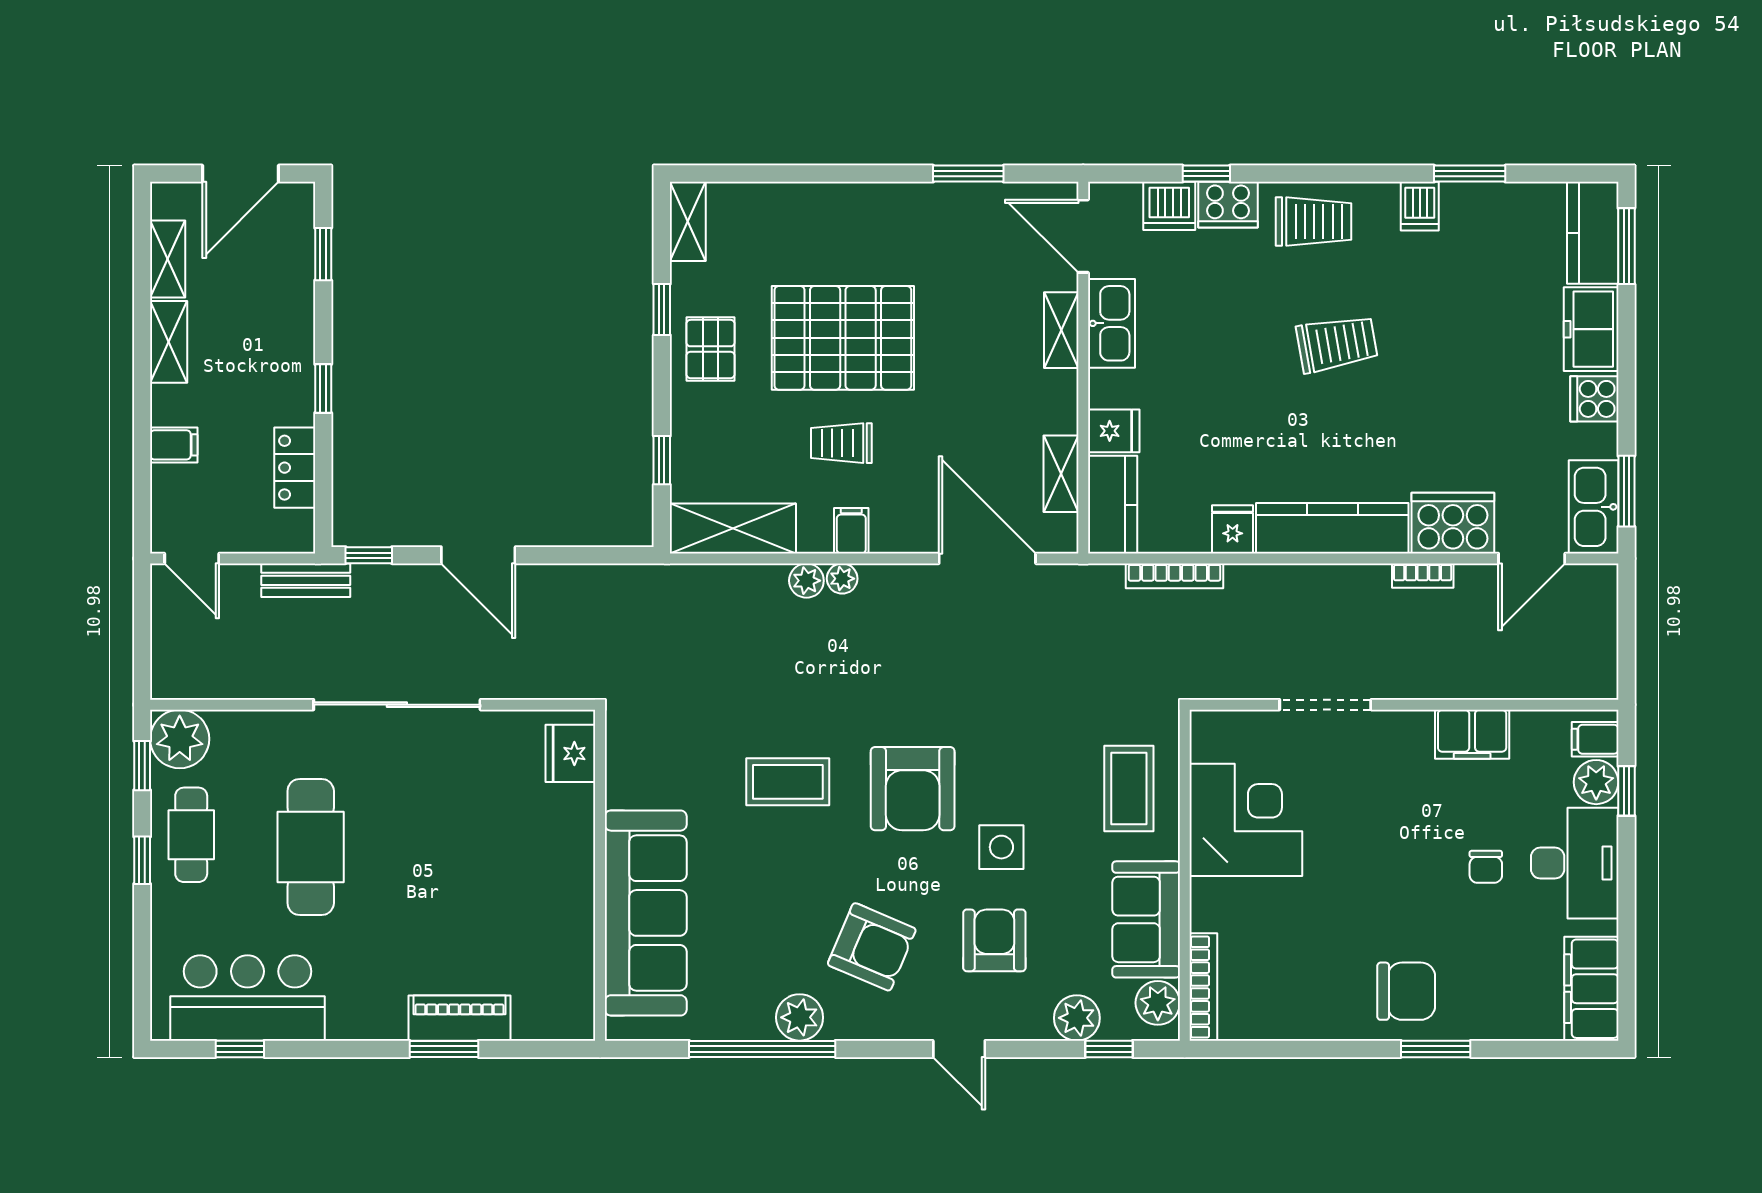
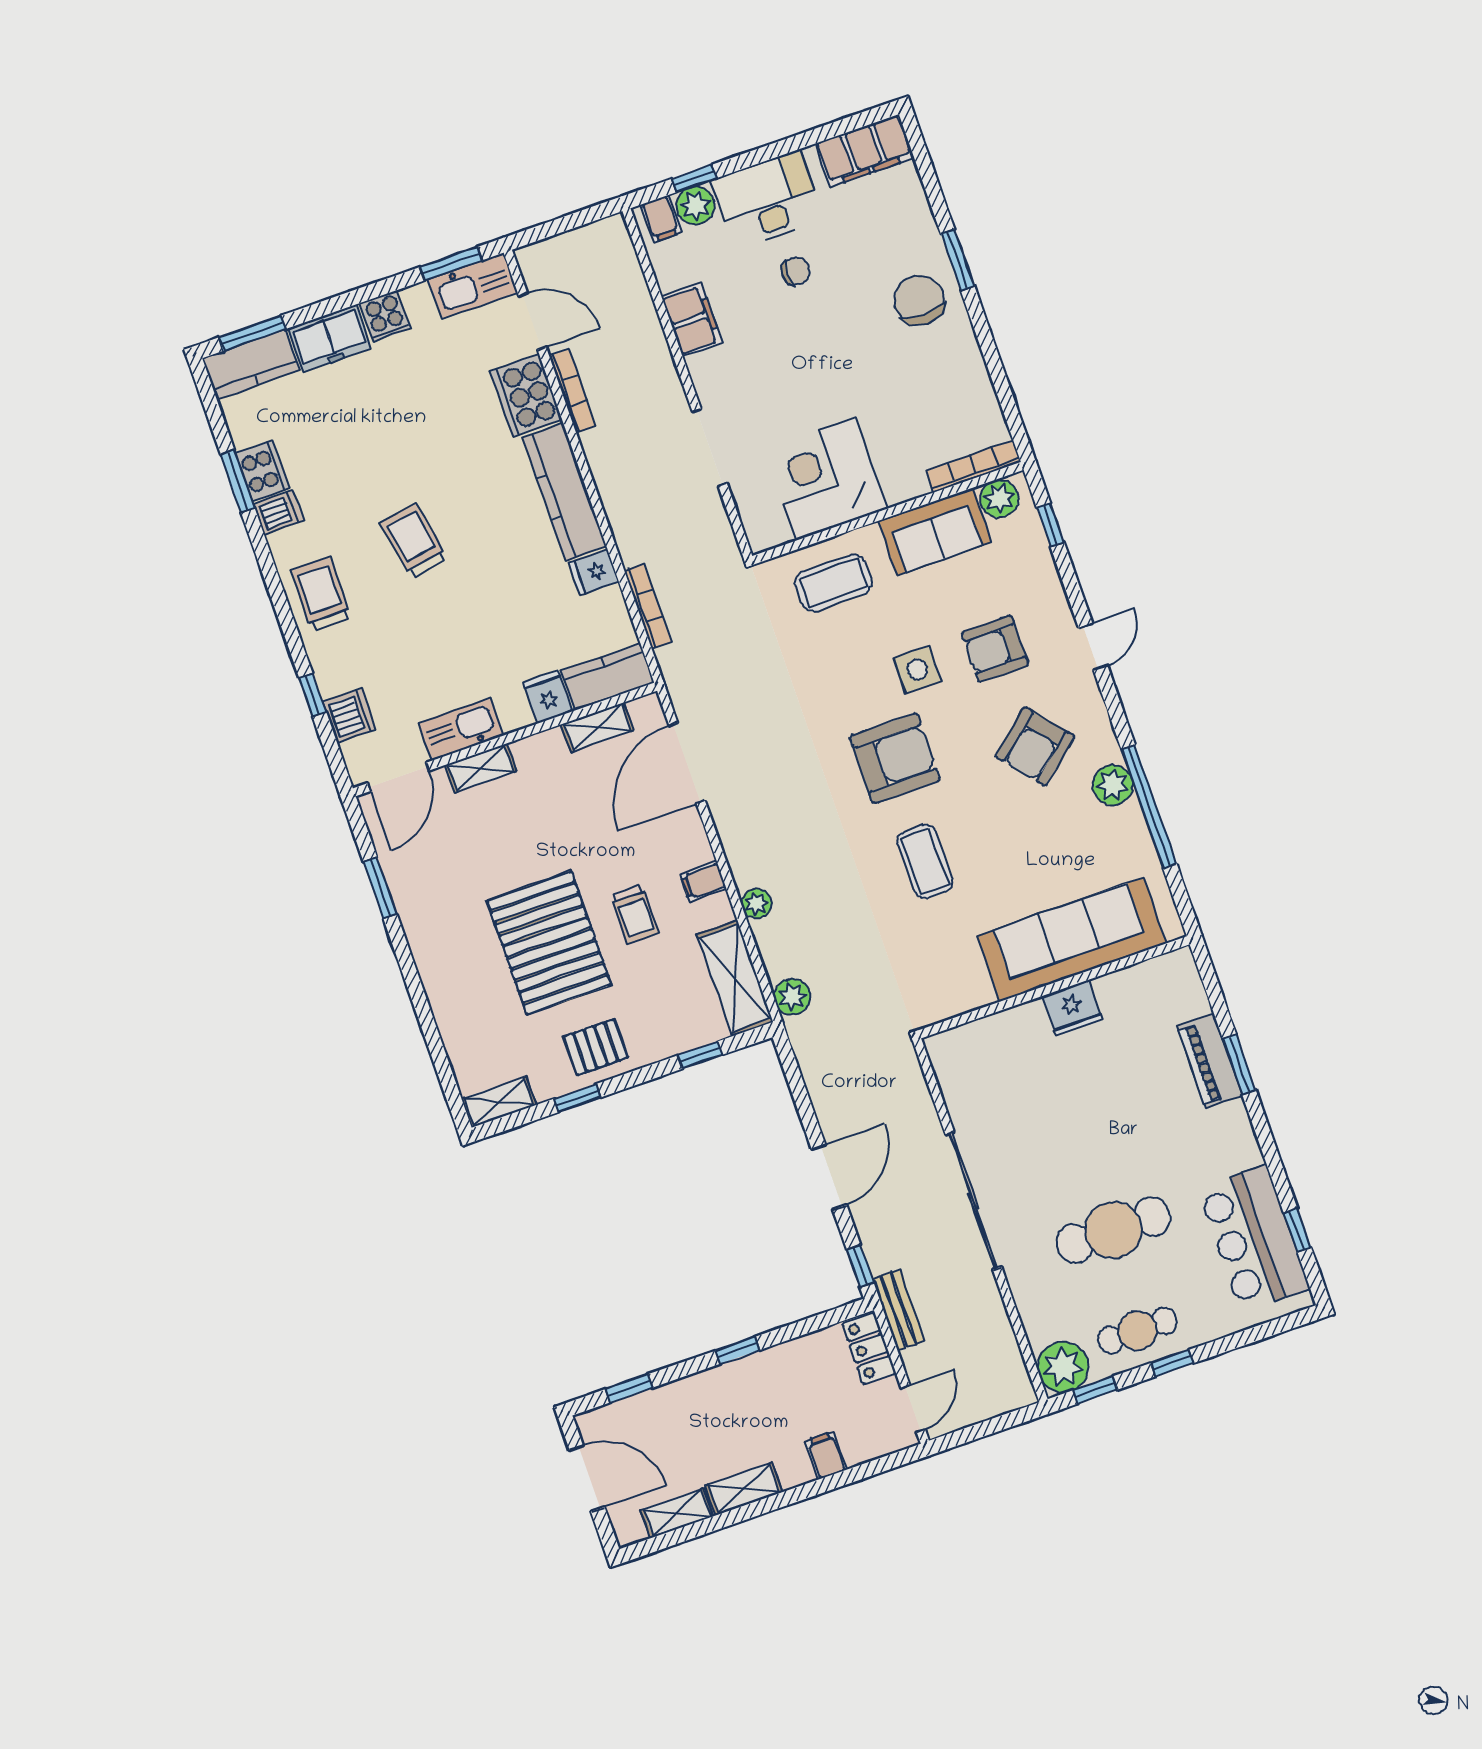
cooker: (1228, 205) -> (262, 471), moved
locker: (295, 468) -> (869, 1348), moved, turned 90
bookcase: (1423, 576) -> (572, 391), width x1.56
plant: (842, 579) -> (792, 997), moved, width x1.38, depth x1.38
fridge: (570, 753) -> (1072, 1008), moved
armchair: (872, 947) -> (1035, 746), turned -153
plant: (1077, 1018) -> (1034, 560), removed

